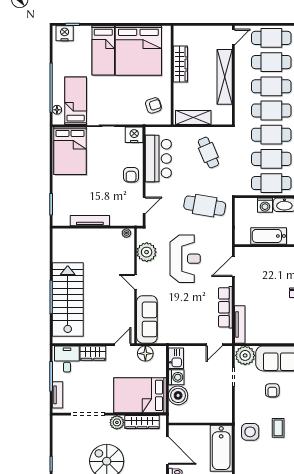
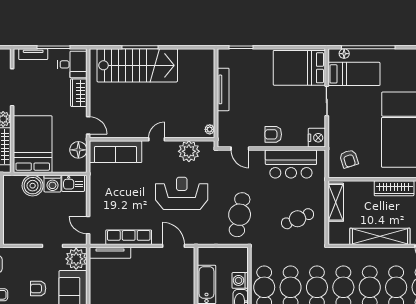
reception desk: (185, 259) -> (182, 193), turned 180

